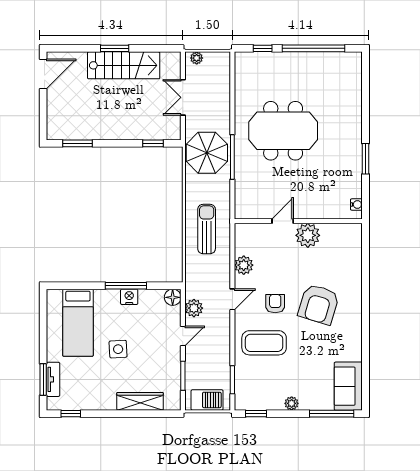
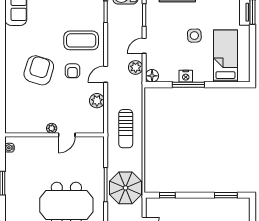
plant: (308, 235) -> (52, 128), width x0.53, depth x0.53

